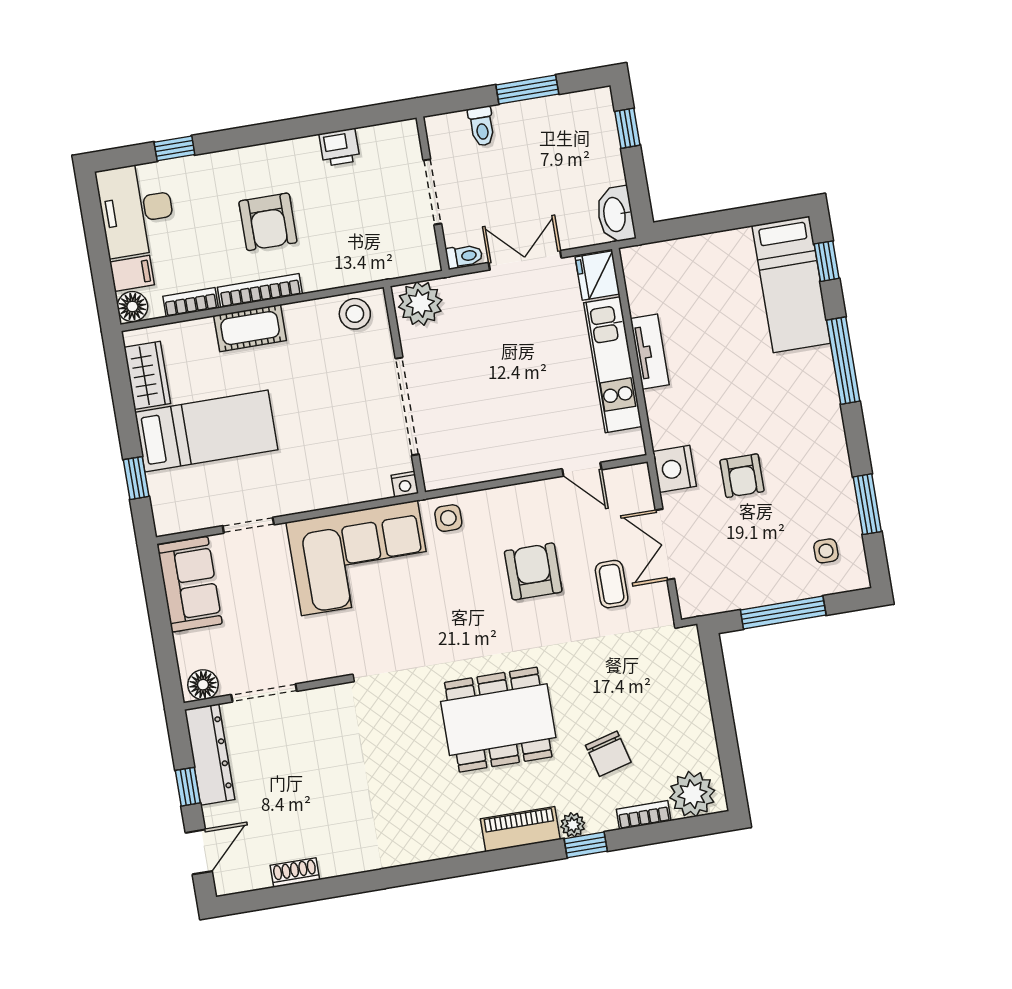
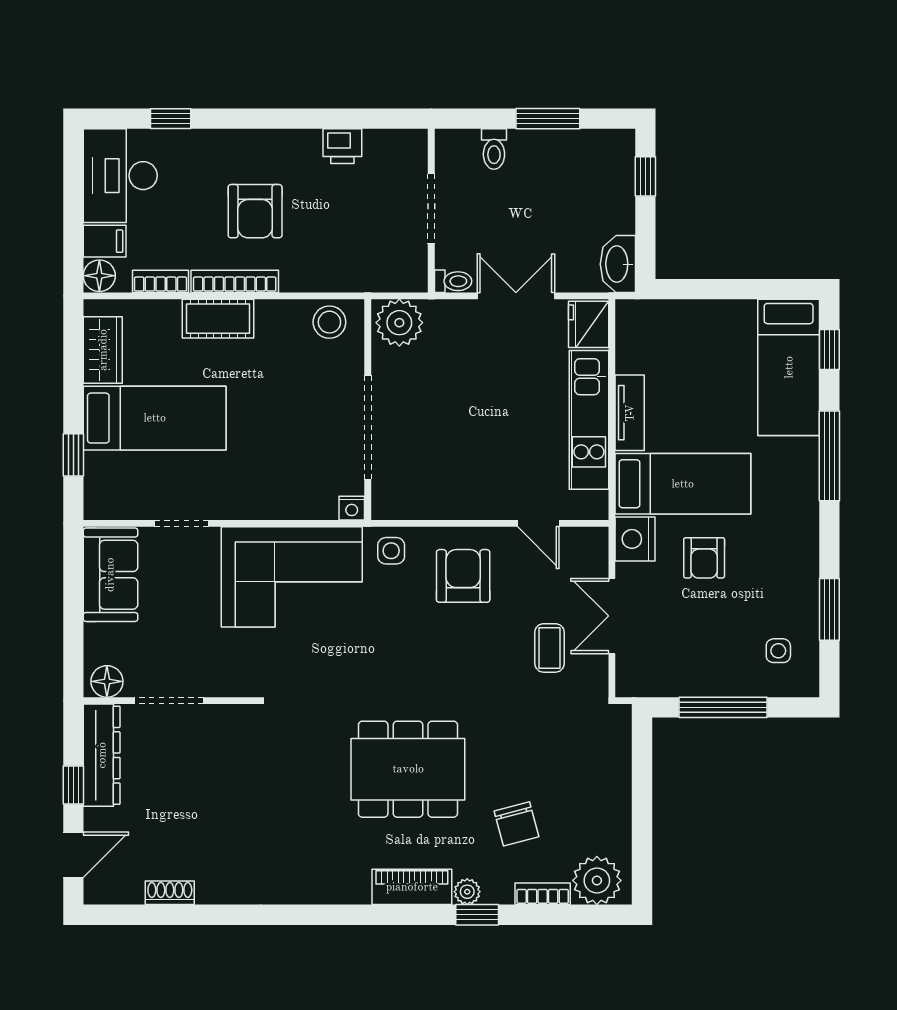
bed: (711, 410) -> (683, 484), added
armchair: (533, 571) -> (463, 576), moved

